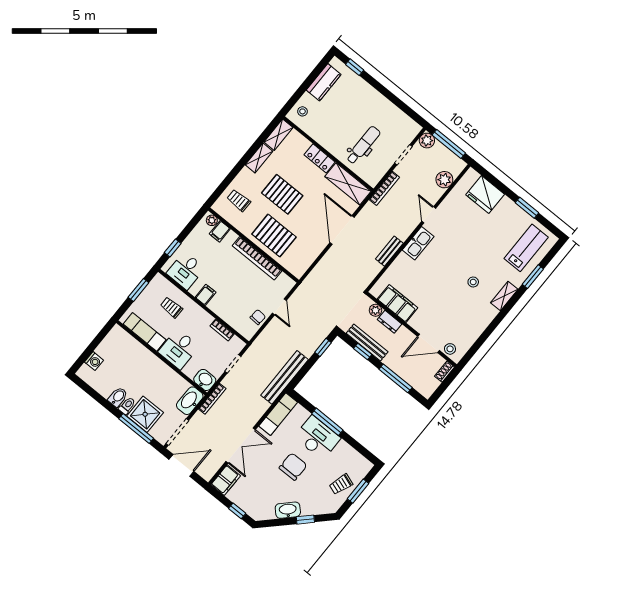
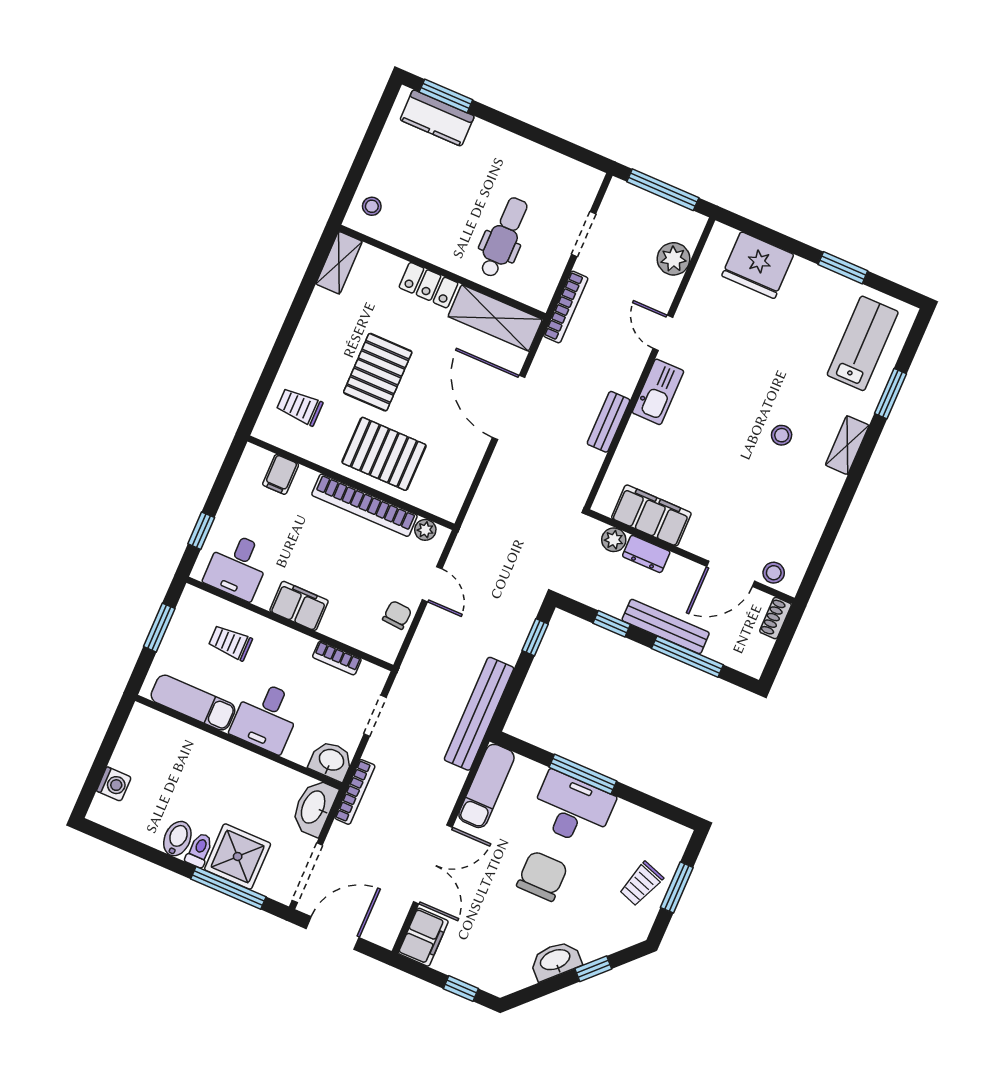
window: (355, 67) -> (446, 96), width x1.50
kitchen counter: (324, 82) -> (437, 118), moved, turned 90
plant: (427, 141) -> (620, 195), removed
shelving: (259, 158) -> (315, 317), removed
pallet: (282, 194) -> (378, 372), turned 90
plant: (212, 220) -> (425, 530), moved
filing cabinet: (206, 295) -> (299, 606), width x2.00
bench: (367, 343) -> (666, 626), moved

